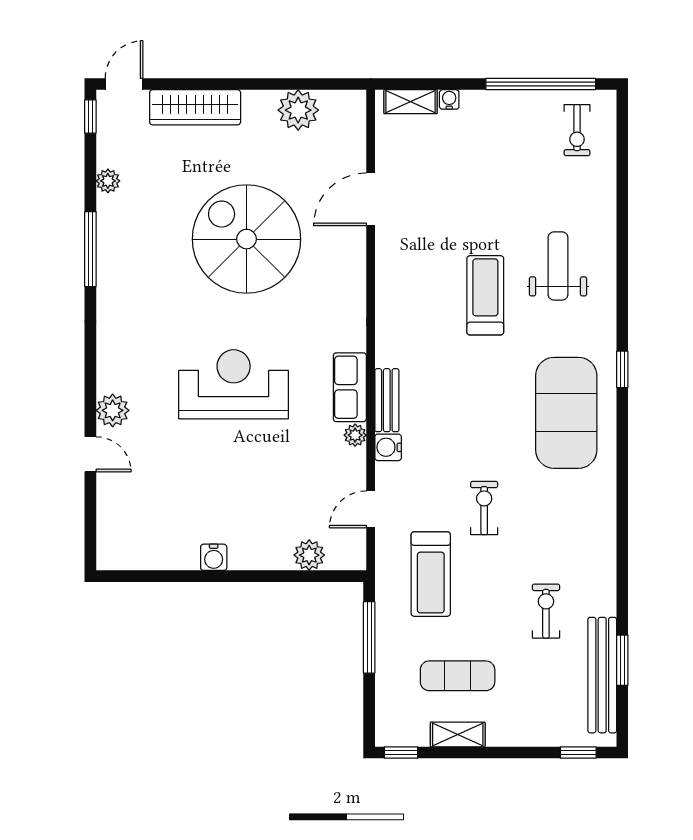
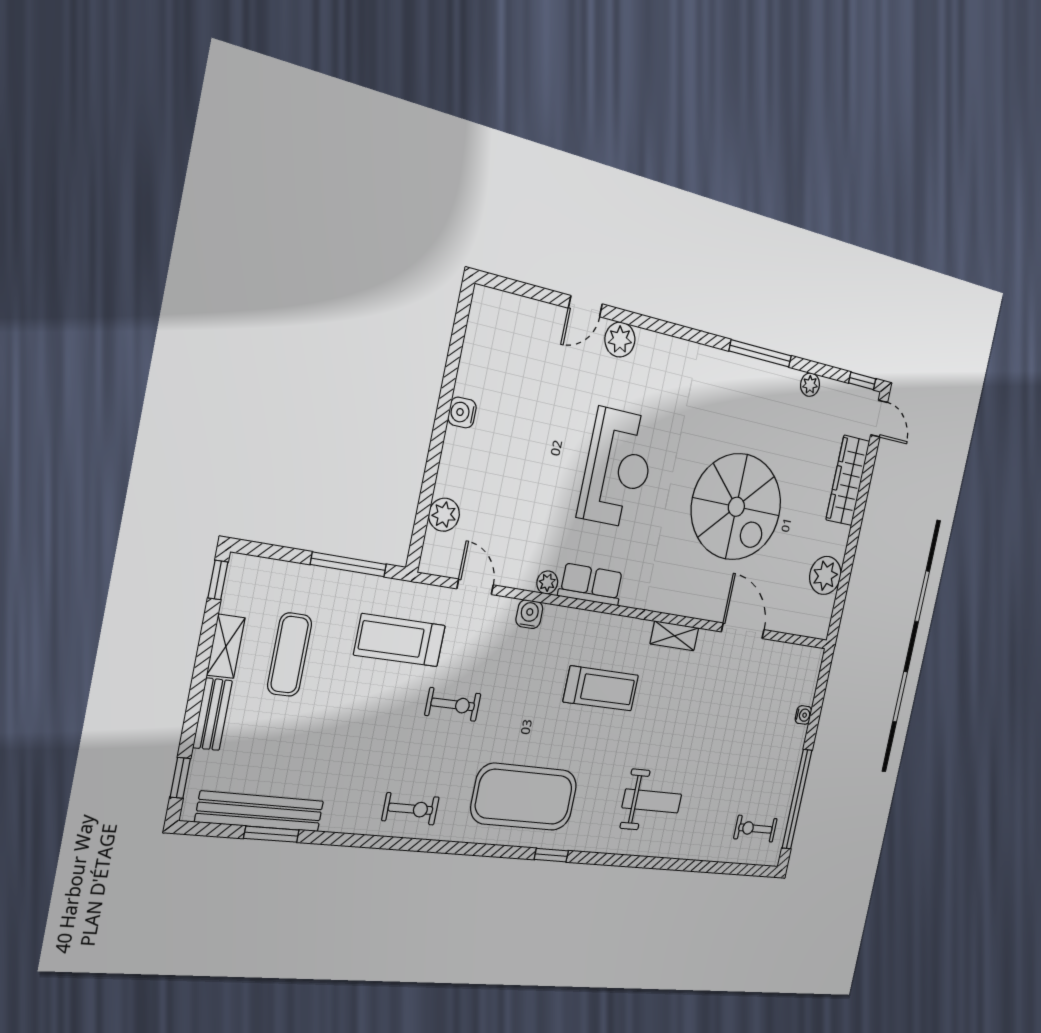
shelving: (410, 102) -> (674, 636), moved, turned 90
spiral stairs: (246, 239) -> (736, 507), turned 90
treadmill: (485, 295) -> (601, 688), moved
bench: (387, 400) -> (213, 714), moved, turned 90
exercise bike: (546, 611) -> (410, 809), moved

